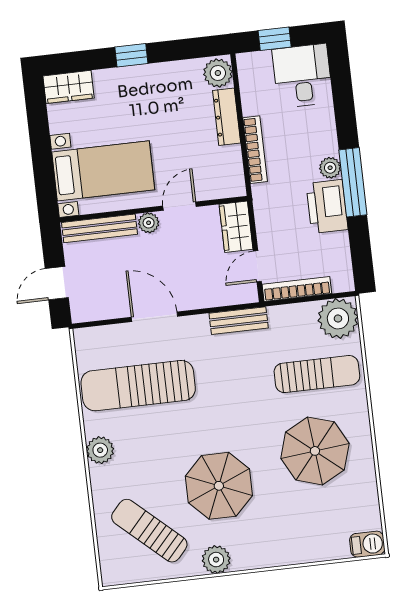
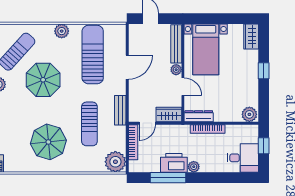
dresser: (227, 117) -> (199, 116), moved
window: (353, 182) -> (168, 178), moved
door: (257, 266) -> (147, 123), swing flipped
sun lounger: (317, 374) -> (89, 124), moved
parasol: (219, 486) -> (43, 80), moved

